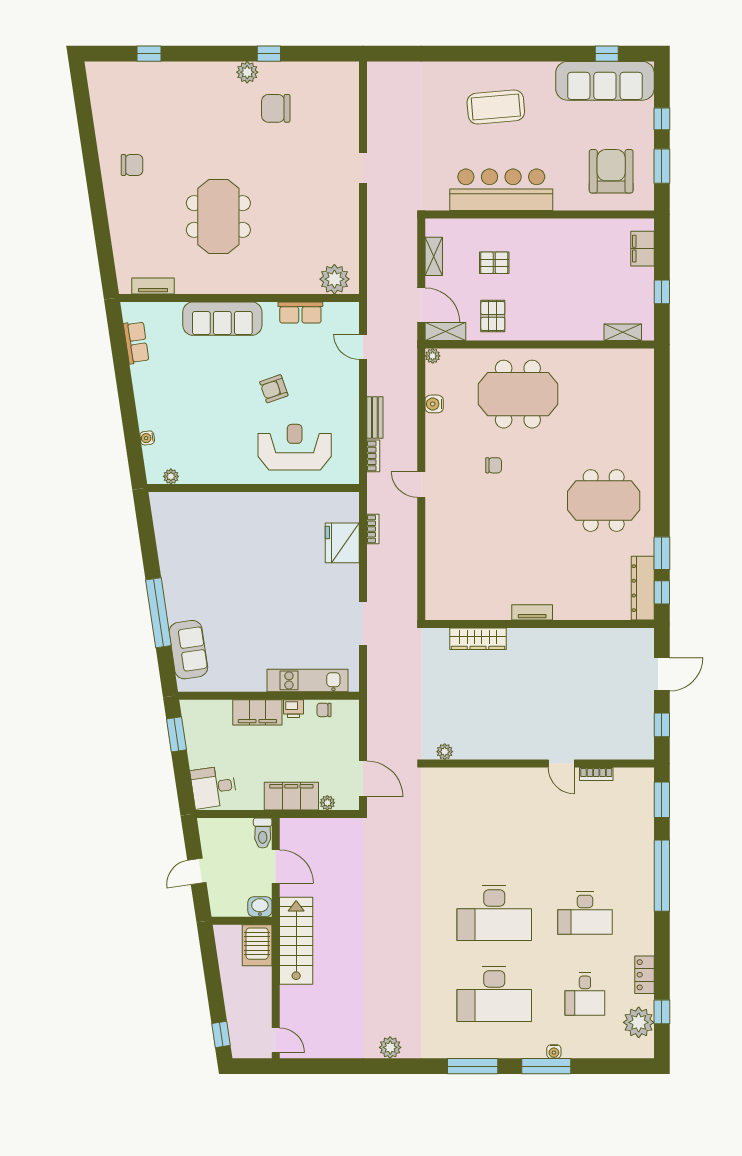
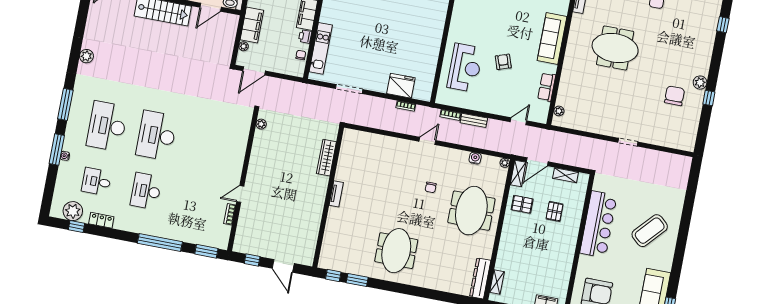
coffee table: (496, 107) -> (650, 231), turned 47
plant: (334, 279) -> (559, 111), width x0.53, depth x0.53
dresser: (643, 588) -> (480, 278), moved, turned -90

